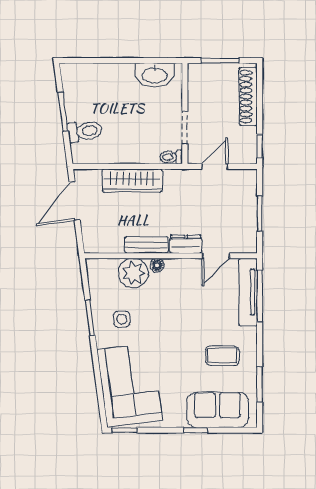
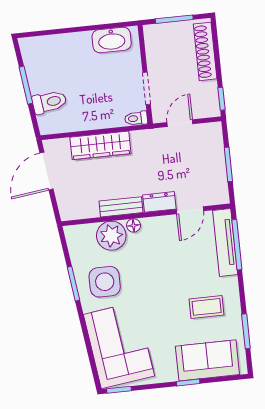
side table: (122, 319) -> (105, 282), width x1.87, depth x1.87

